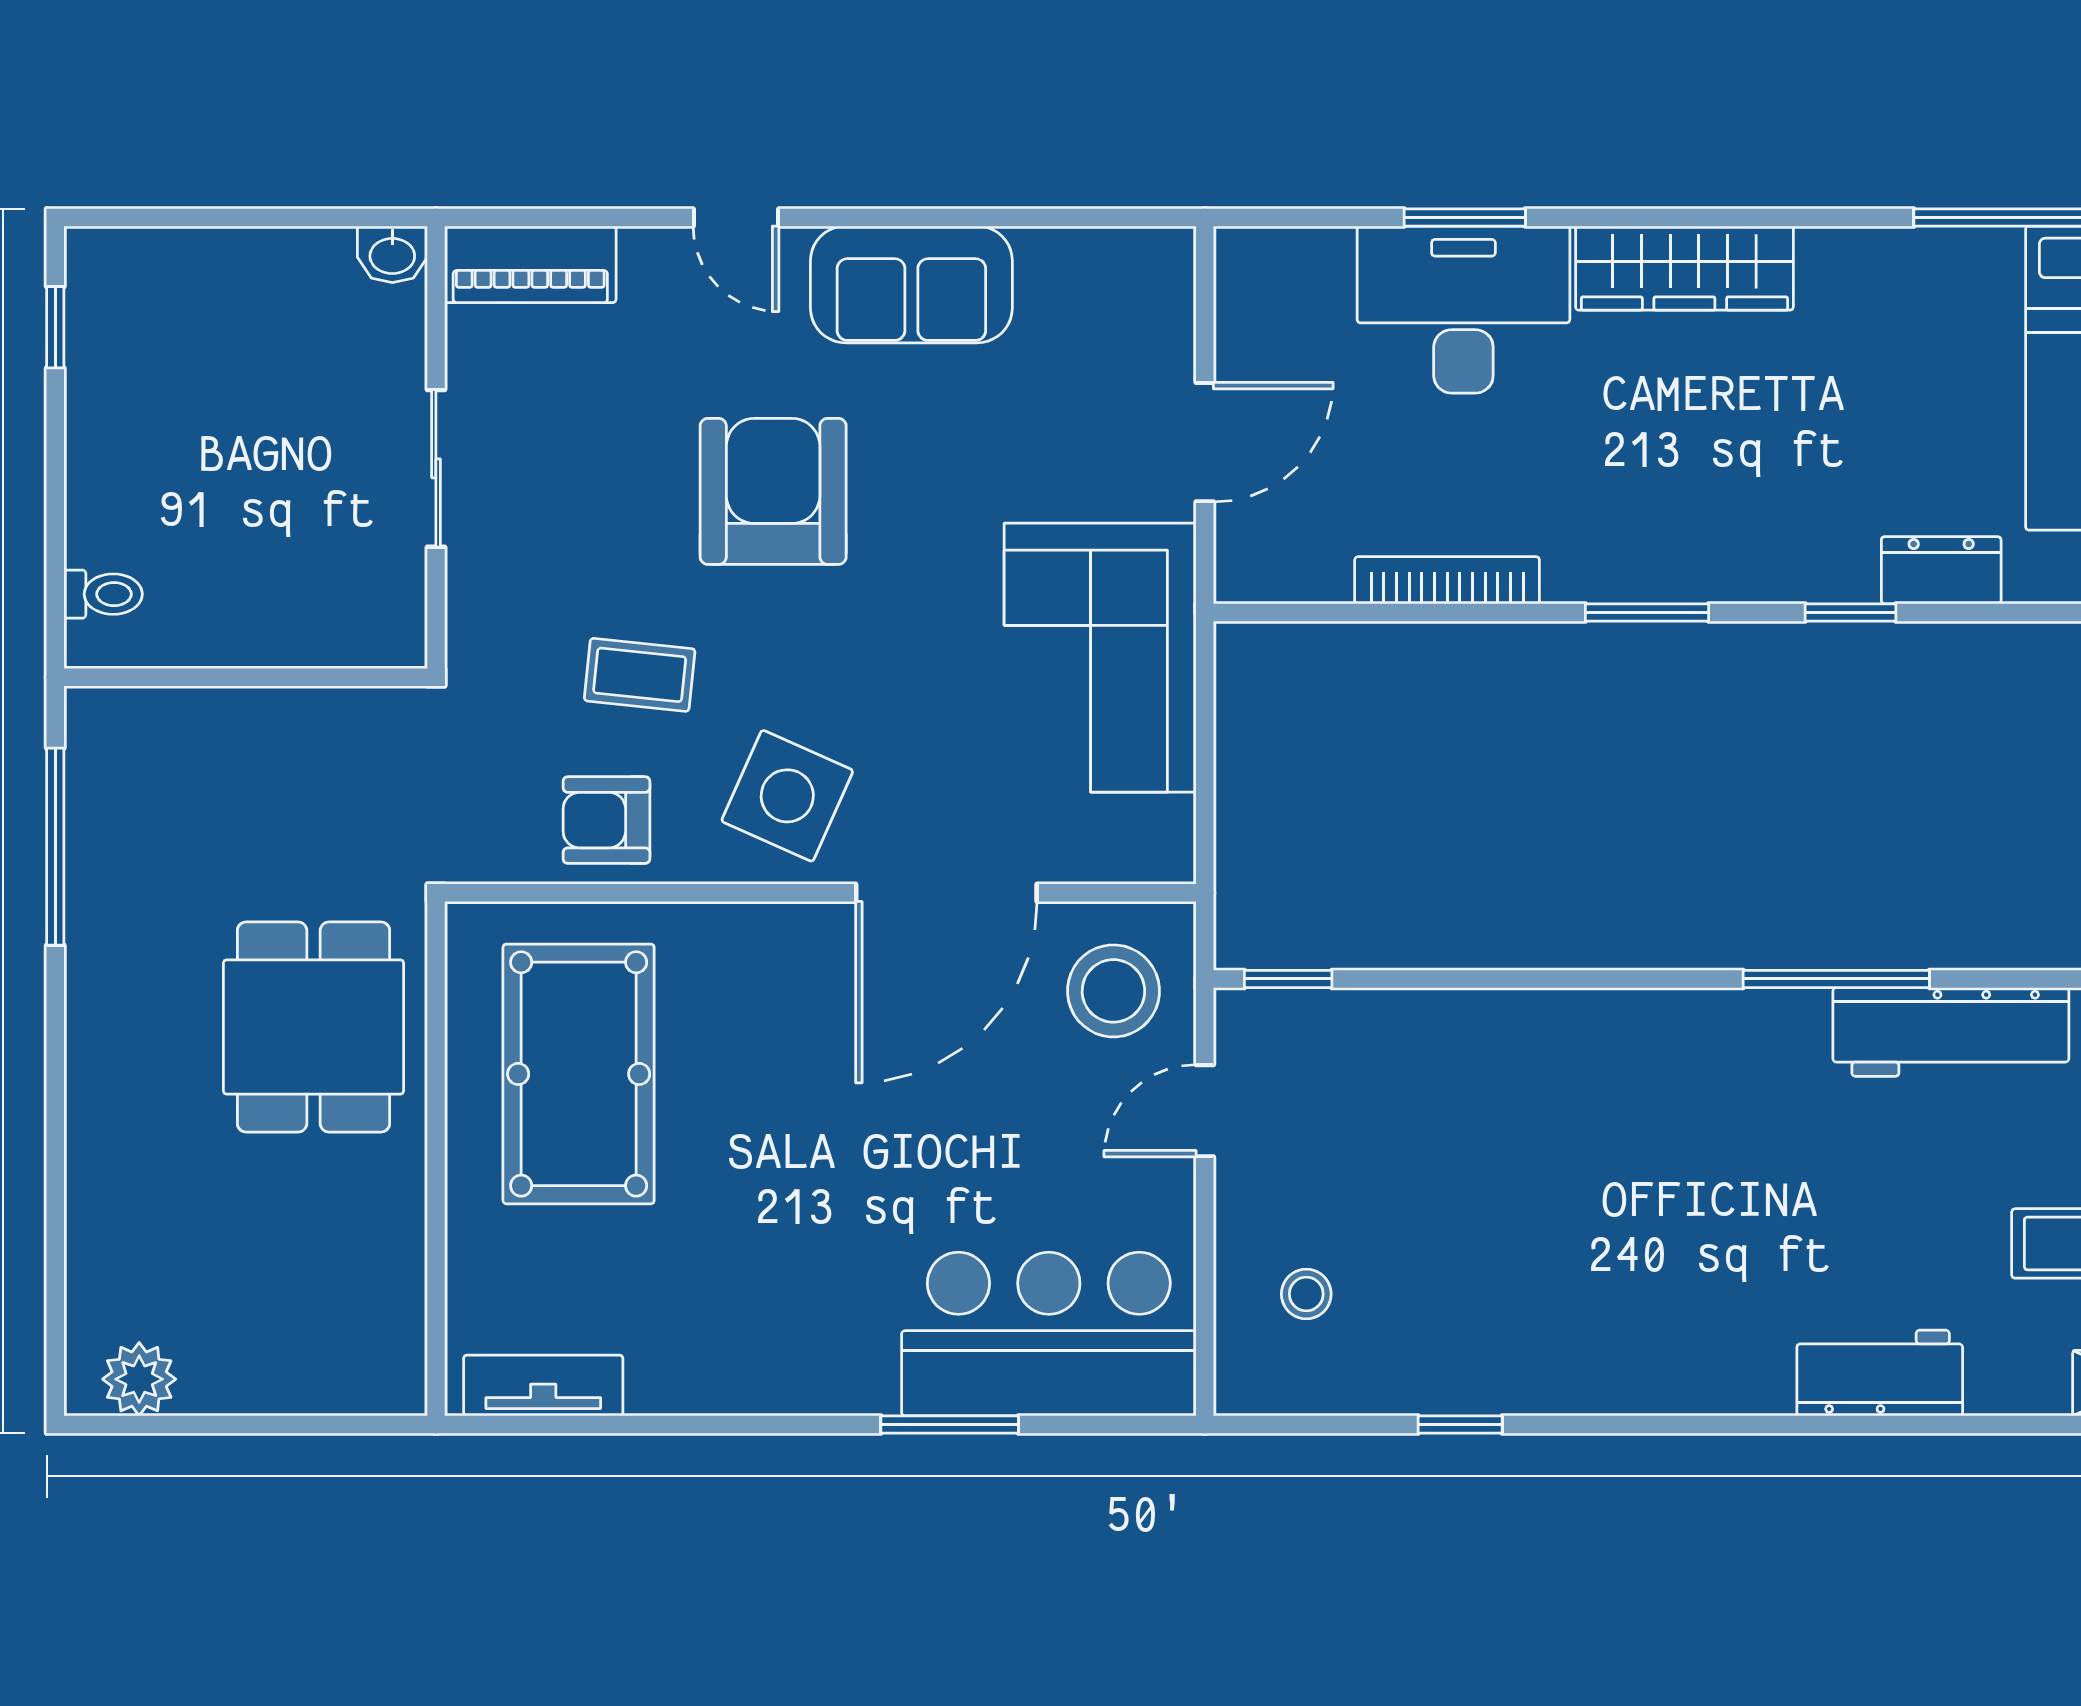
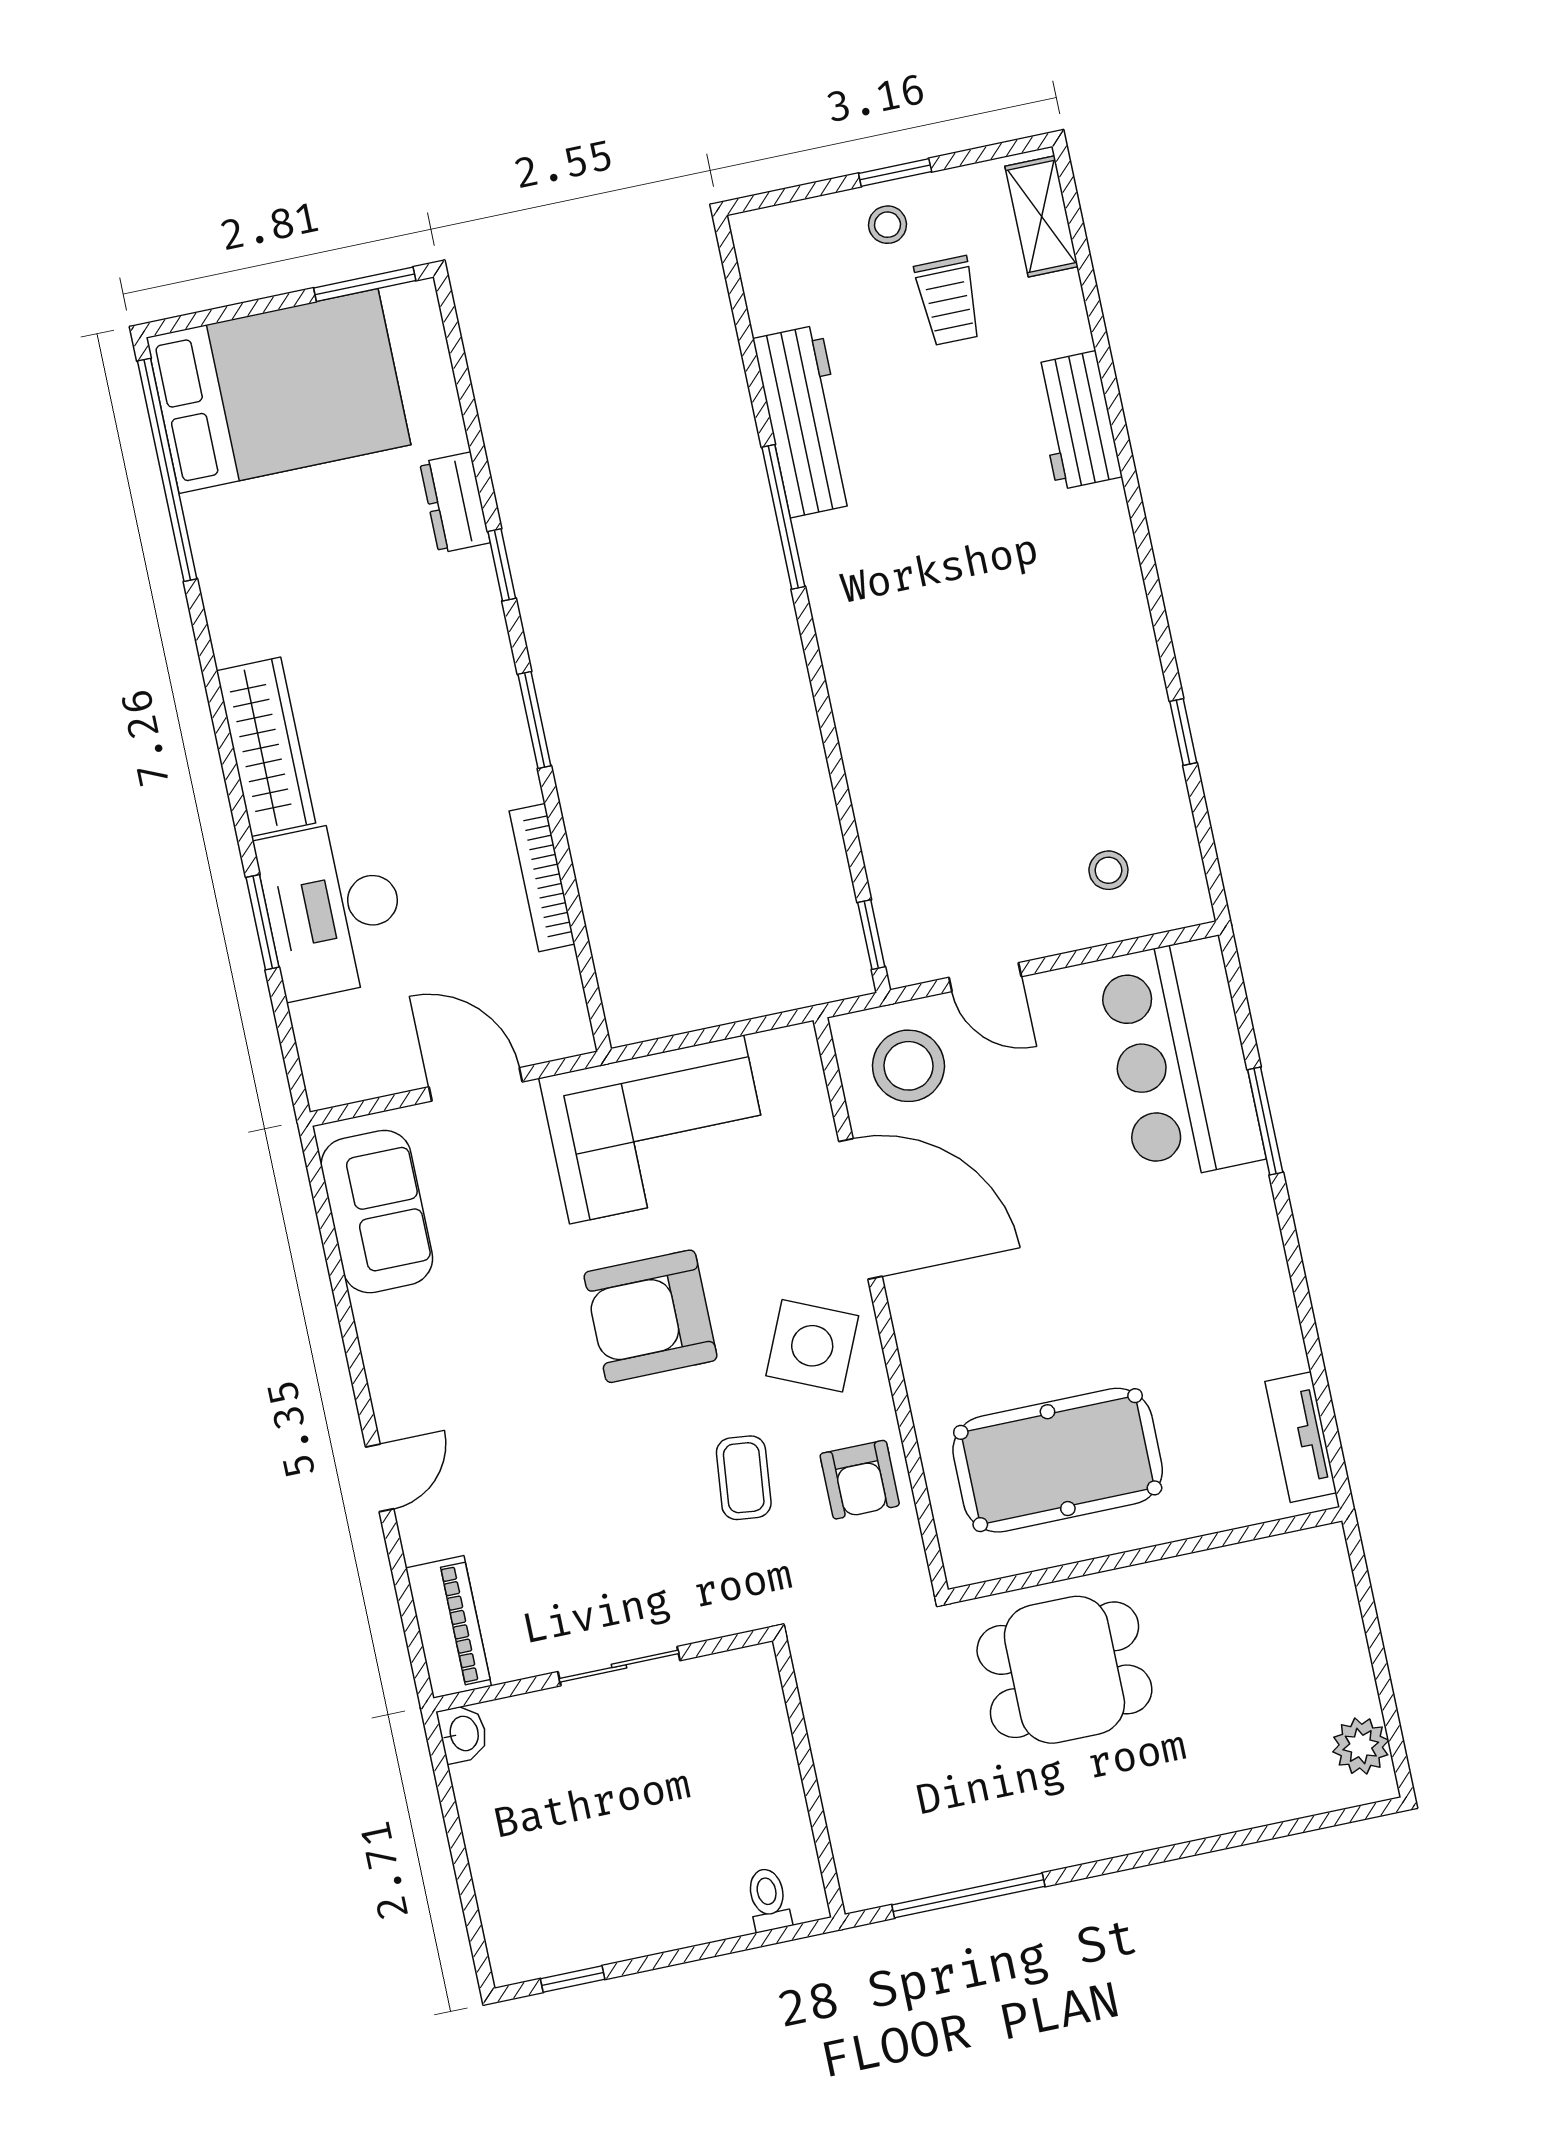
sofa: (911, 284) -> (377, 1212), moved
armchair: (773, 491) -> (650, 1316), moved

